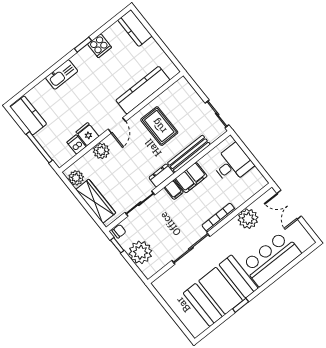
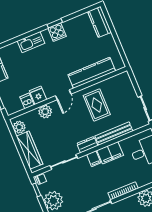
cooker: (99, 46) -> (57, 32), moved

